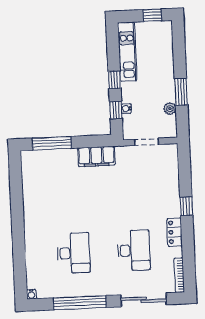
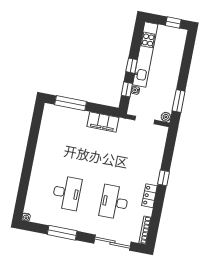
kitchen unit: (127, 52) -> (145, 54), width x1.36
window: (181, 92) -> (179, 101), moved
plant: (170, 109) -> (166, 117), moved
desk: (134, 250) -> (114, 202), turned 180
window: (80, 303) -> (62, 233), width x0.68

